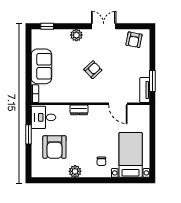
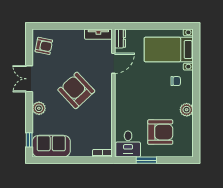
sofa: (41, 66) -> (51, 146), moved
armchair: (93, 70) -> (76, 90), width x1.88, depth x1.88
window: (152, 81) -> (89, 26), removed
dresser: (79, 110) -> (120, 38), moved

